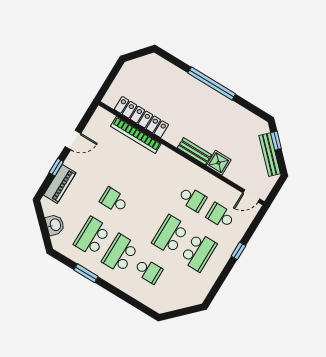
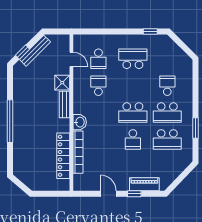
door: (251, 196) -> (71, 59), moved
washbasin: (55, 225) -> (80, 122), moved, turned 136
school desk: (170, 235) -> (133, 113), moved
window: (238, 251) -> (150, 31), moved

